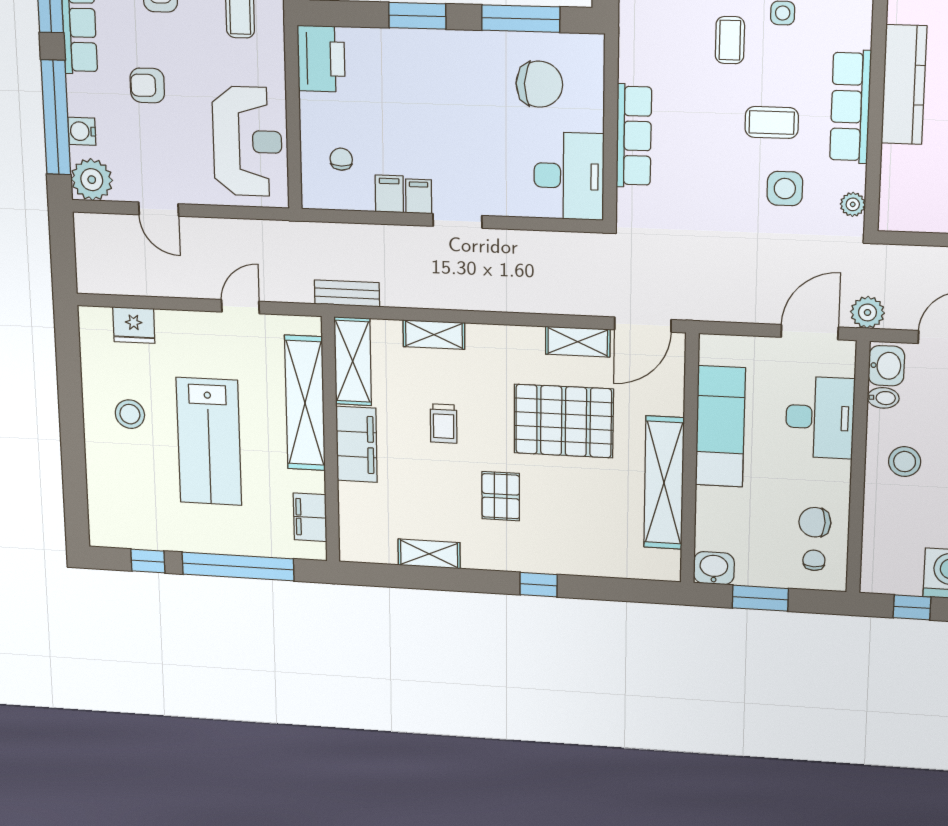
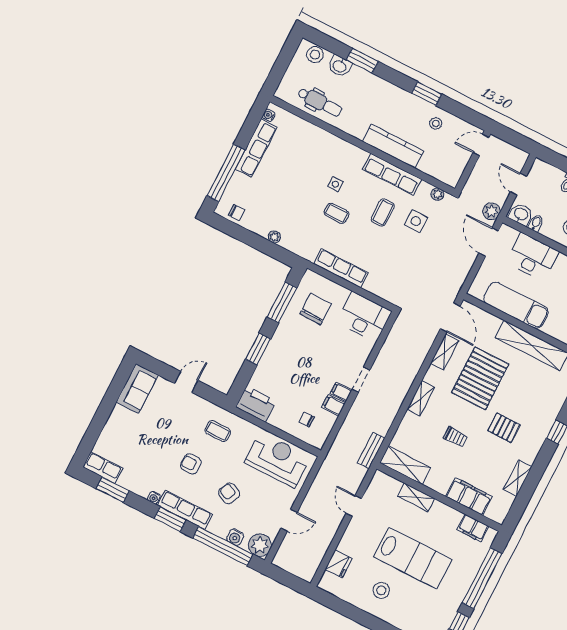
armchair: (147, 85) -> (229, 493), turned 116
row of seats: (634, 136) -> (341, 268), moved
shelving: (434, 335) -> (421, 398), moved
shelving: (305, 403) -> (416, 497), width x0.45, depth x0.75
filing cabinet: (356, 444) -> (469, 496), moved

